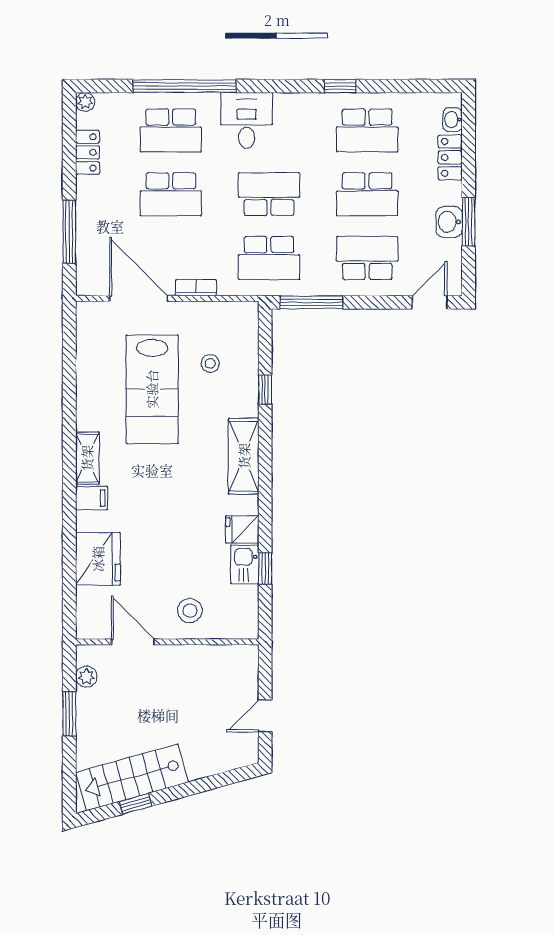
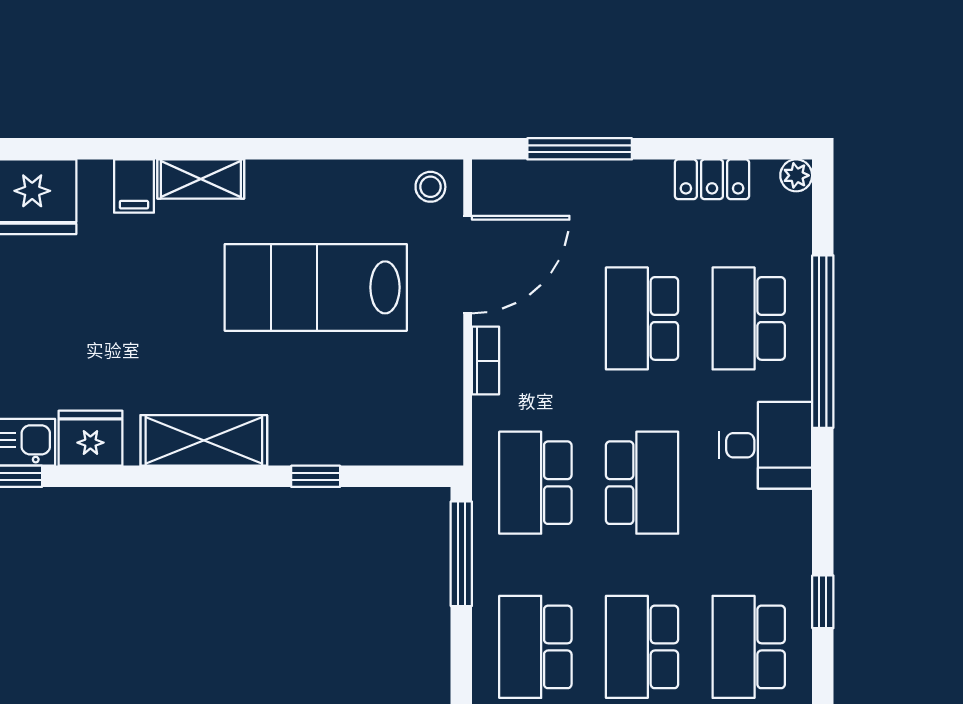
school desk: (367, 258) -> (535, 647), turned 180
stool: (210, 363) -> (430, 187), moved
fridge: (242, 529) -> (90, 438), width x1.38

